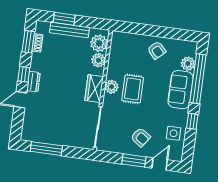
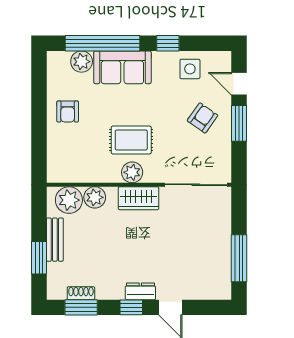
bench: (69, 30) -> (55, 240), width x0.73
armchair: (157, 50) -> (68, 112), turned 133

